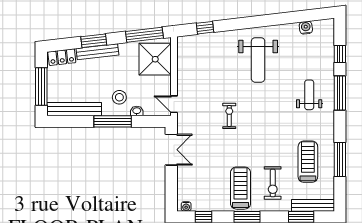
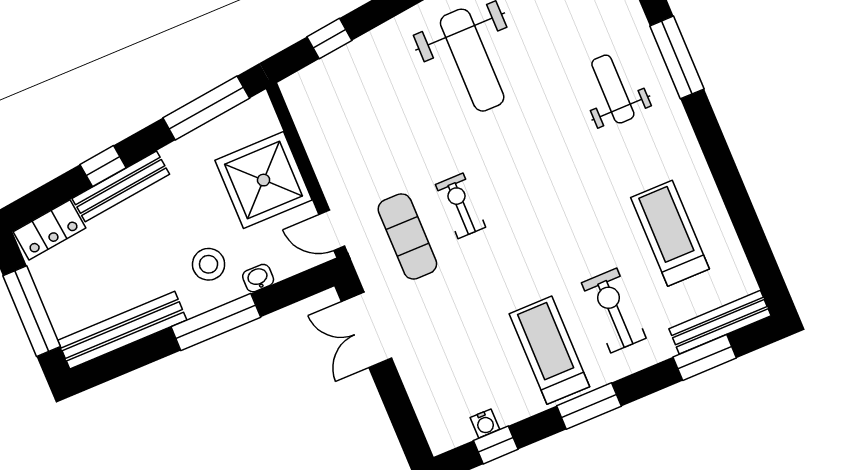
window: (94, 41) -> (103, 166), width x0.67
shower: (155, 59) -> (264, 180), moved
exercise mat: (203, 119) -> (407, 236), added
double door: (171, 150) -> (366, 330), swing flipped
window: (340, 160) -> (737, 200), removed
exercise bike: (273, 183) -> (614, 310), turned 180
water cooler: (186, 206) -> (485, 423), moved

